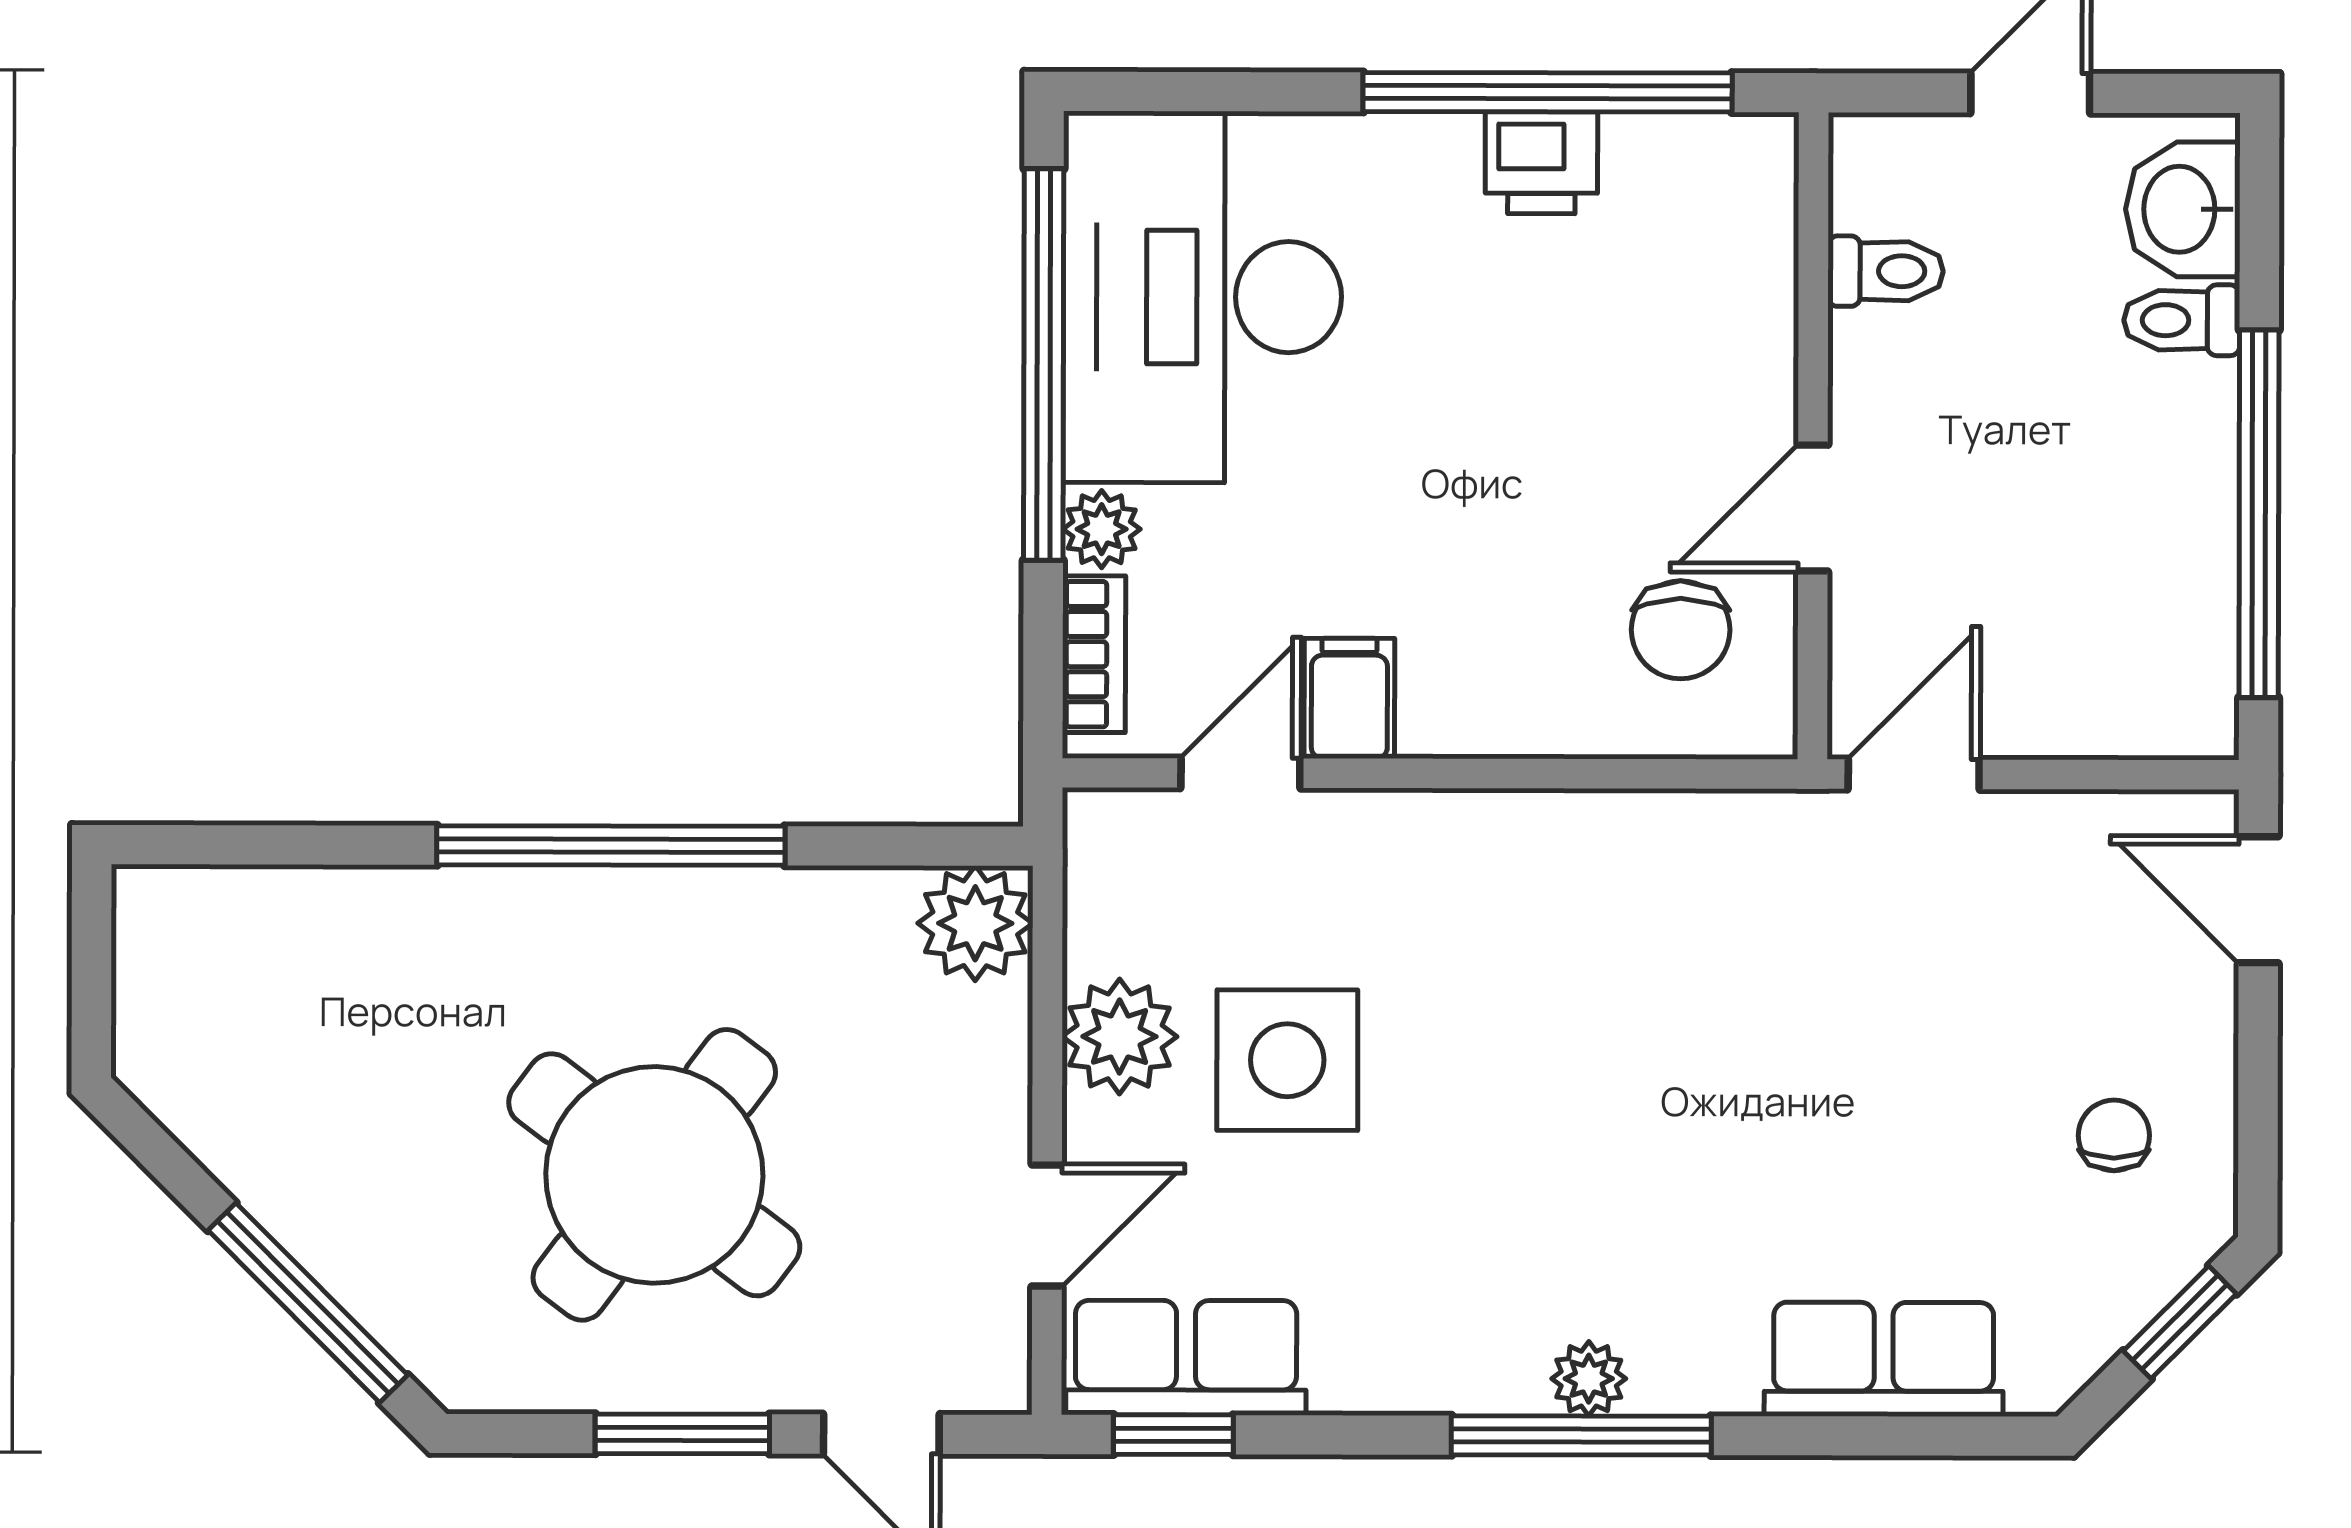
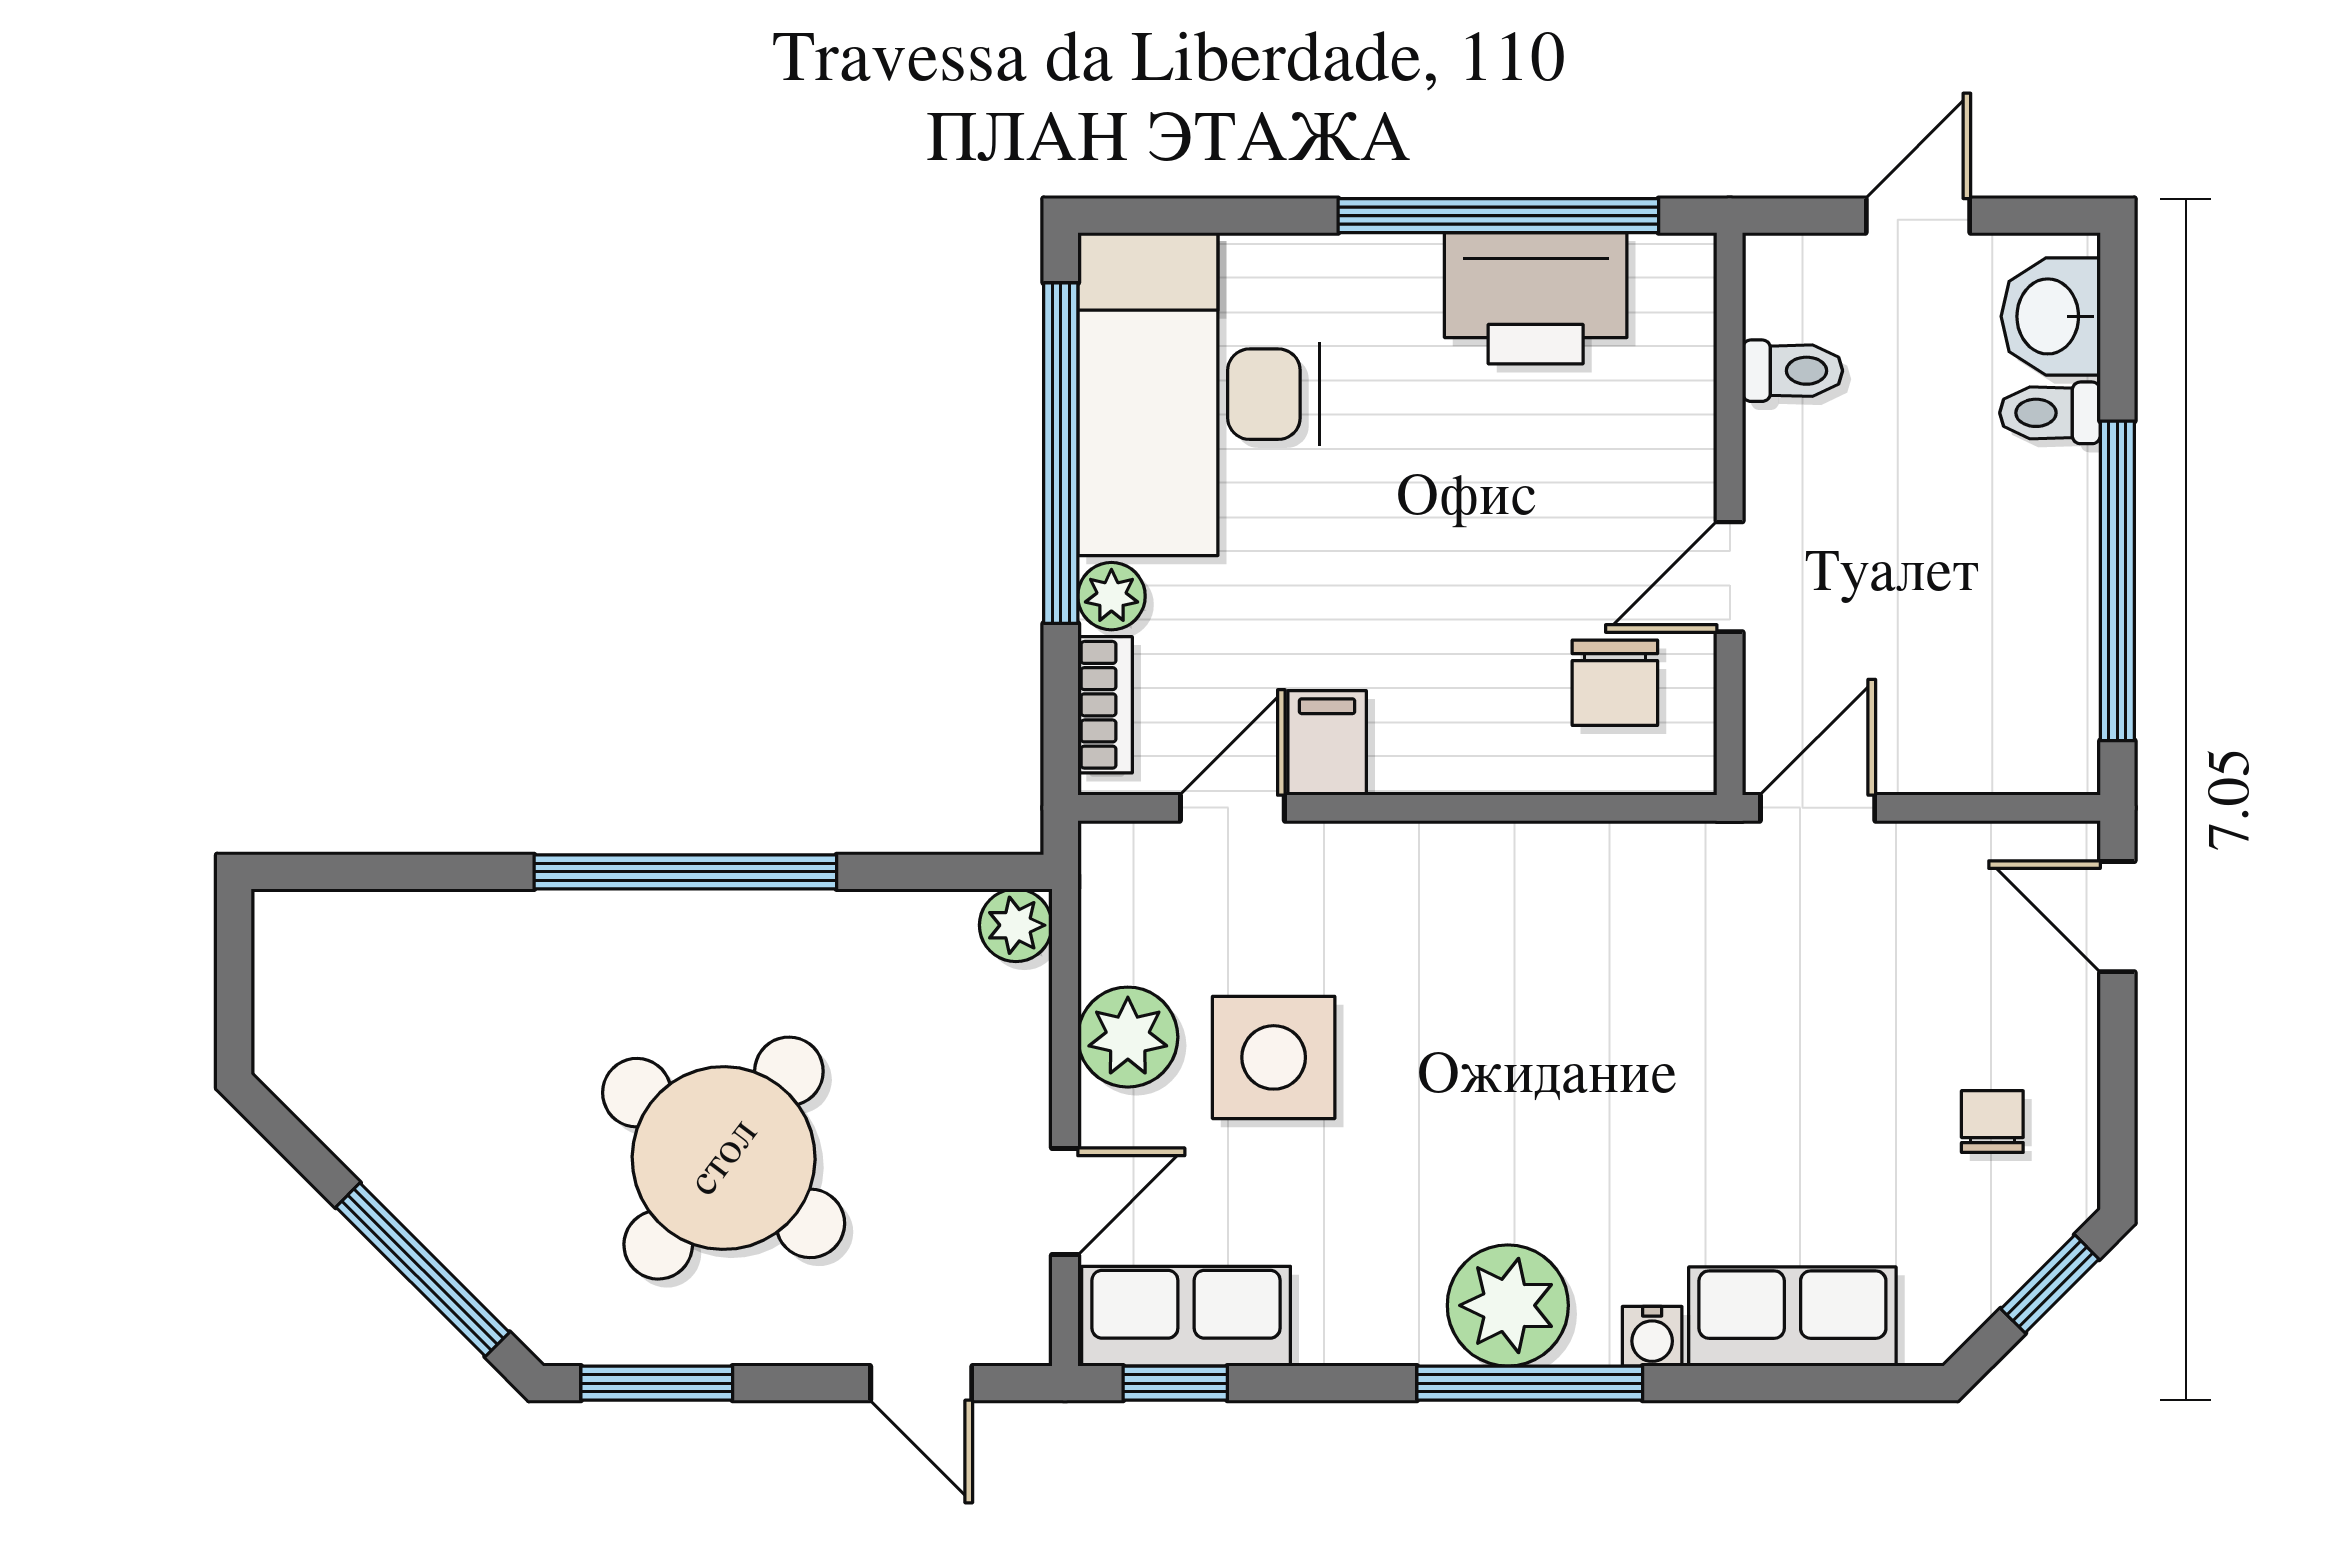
printer: (1541, 163) -> (1536, 298), width x1.87, depth x1.48
plant: (975, 923) -> (1016, 925), width x0.73, depth x0.73
plant: (1589, 1379) -> (1508, 1305), width x1.88, depth x1.88
water cooler: (1722, 1382) -> (1652, 1336), added
window: (682, 1434) -> (657, 1383), moved

